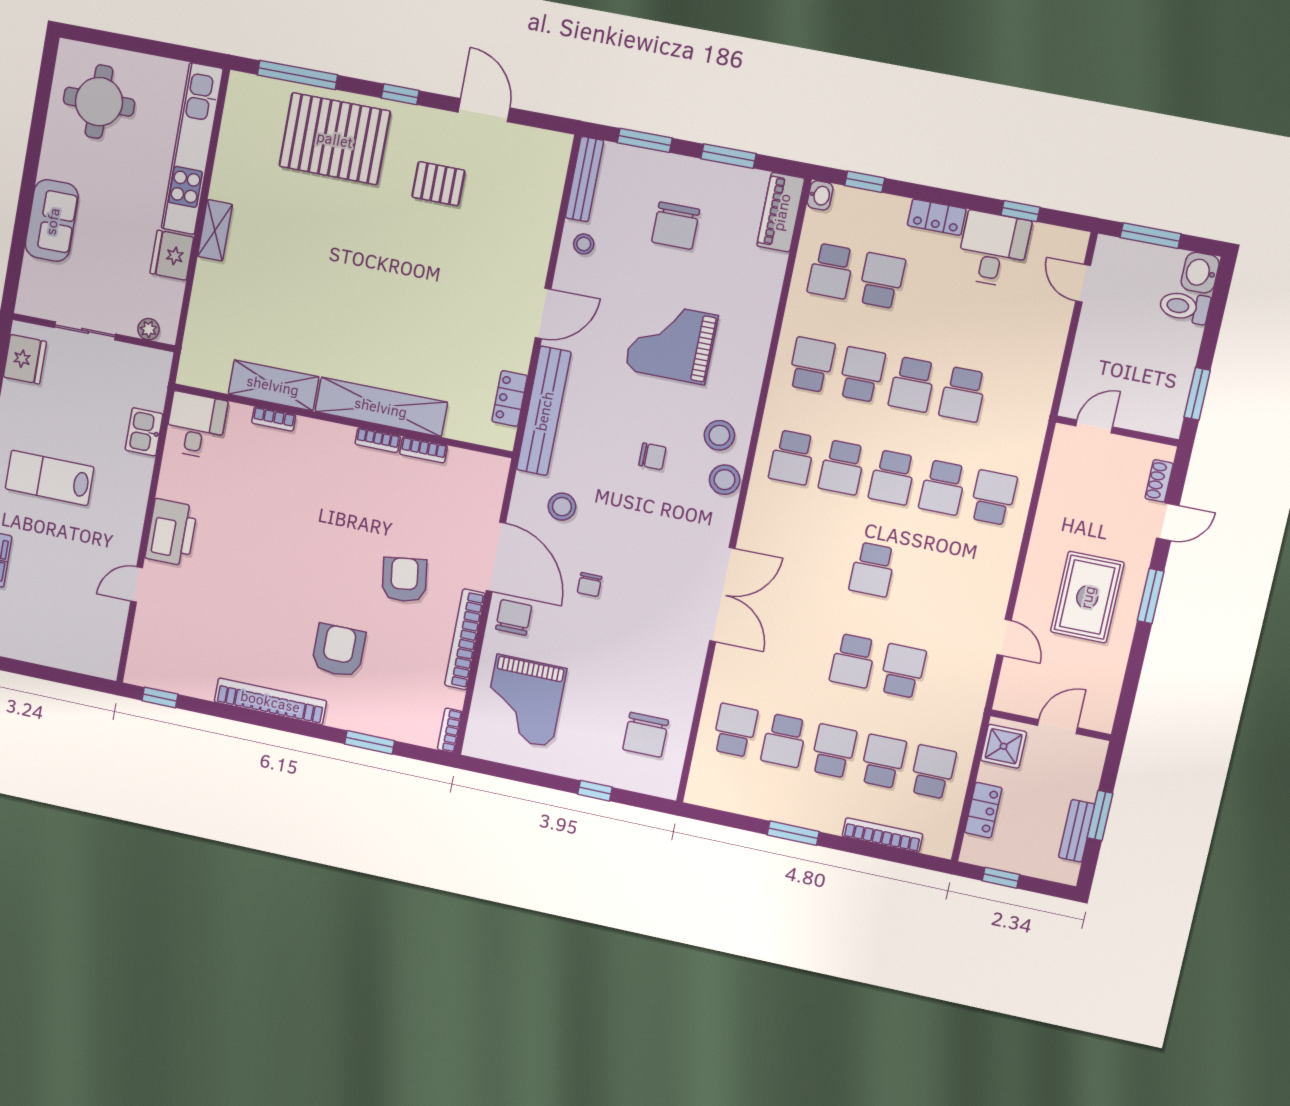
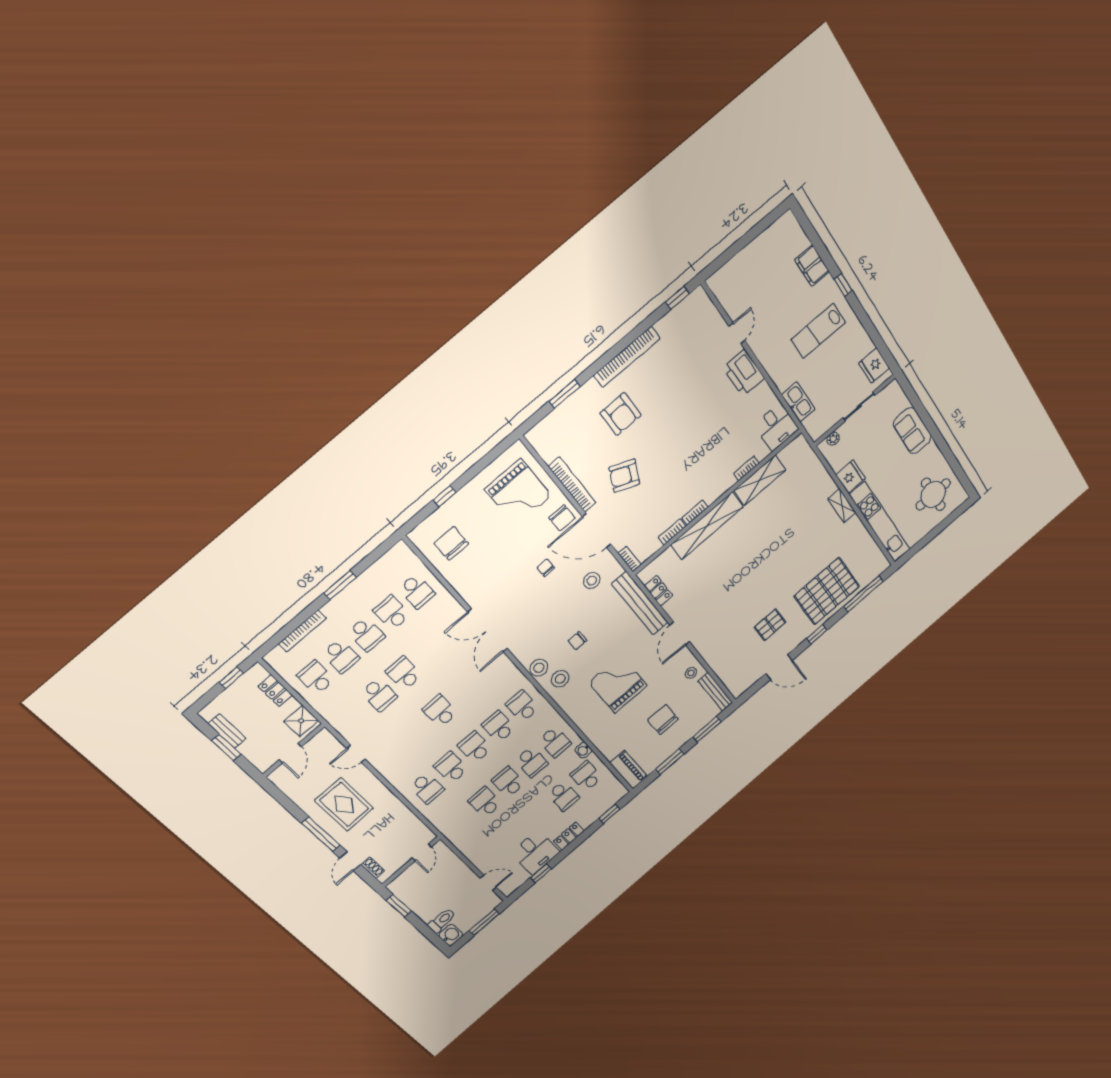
washbasin: (820, 195) -> (583, 750), moved
grand piano: (671, 343) -> (618, 684), turned -90
kitchen sink: (144, 432) -> (798, 402), width x1.38
lab bench: (50, 478) -> (818, 331), turned 180
armchair: (404, 580) -> (624, 476), turned 122
window: (1151, 596) -> (321, 834), width x1.44
grand piano: (524, 701) -> (518, 493), turned 180
bookcase: (450, 731) -> (630, 559), moved
school desk: (933, 772) -> (316, 678), turned 180

